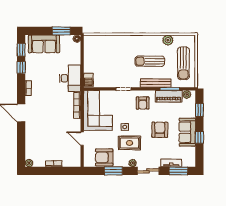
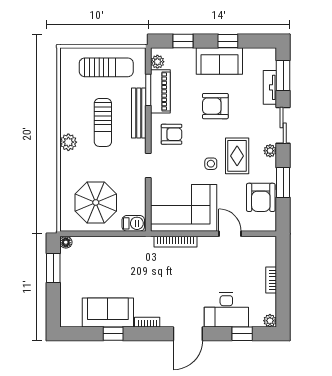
plant: (168, 40) -> (68, 142), moved
sofa: (44, 44) -> (108, 312), moved, turned -90
window: (21, 50) -> (242, 334), moved
parasol: (101, 57) -> (96, 202), added
desk: (70, 78) -> (226, 310), moved, turned 180
door: (82, 139) -> (230, 234), swing flipped

